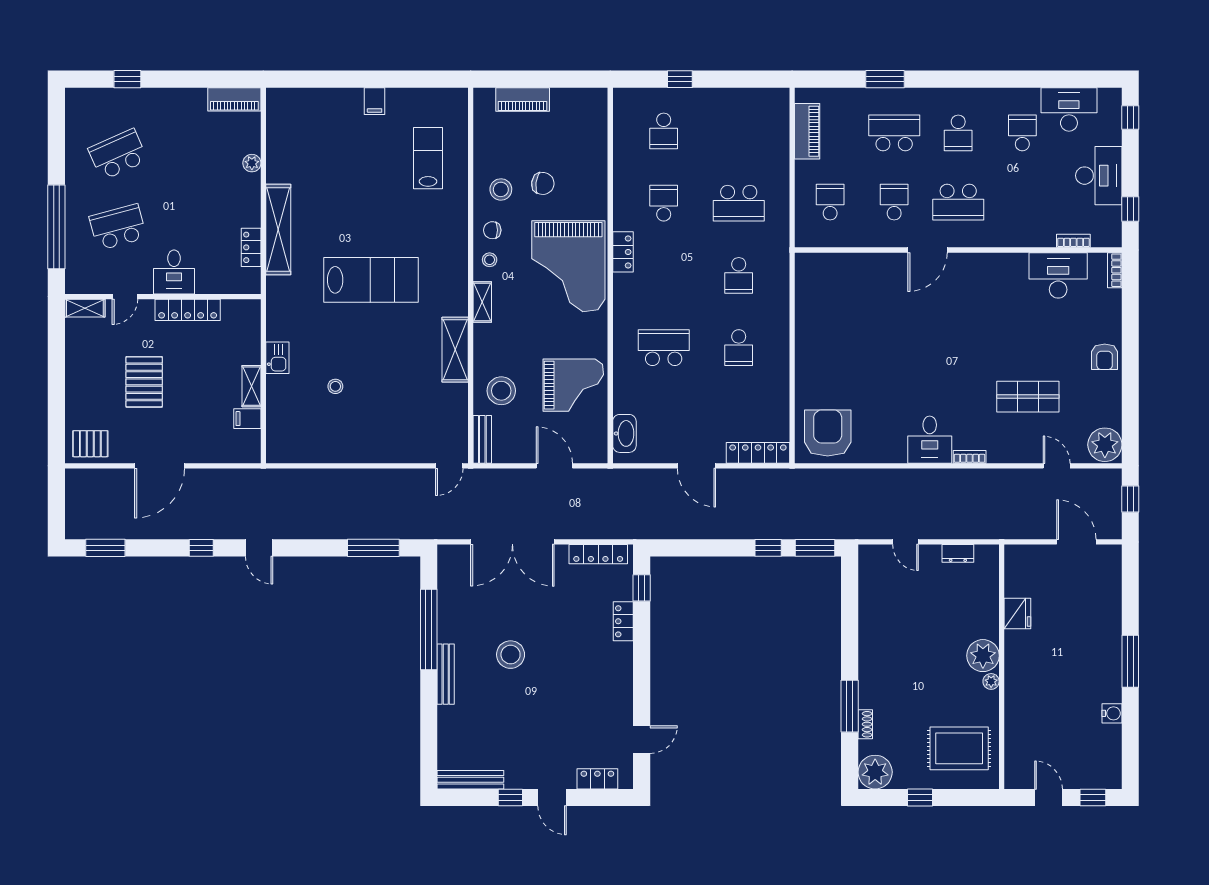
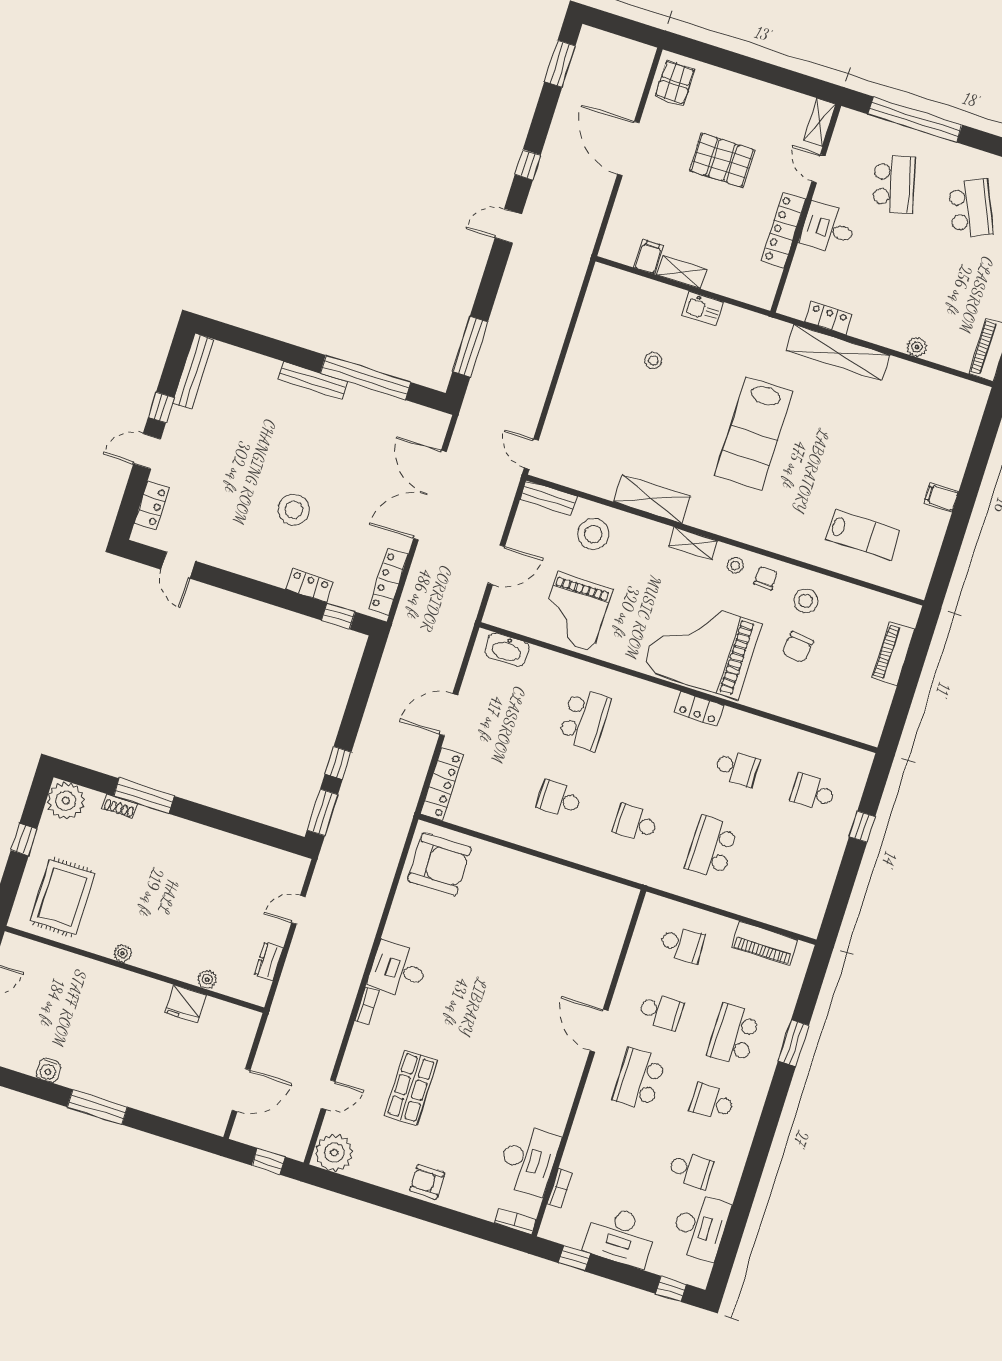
school desk: (894, 133) -> (734, 1035), turned 180
stool: (511, 655) -> (294, 510), moved
plant: (983, 656) -> (207, 980), moved, width x0.53, depth x0.53

